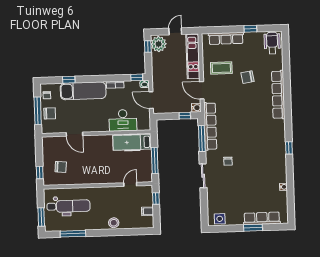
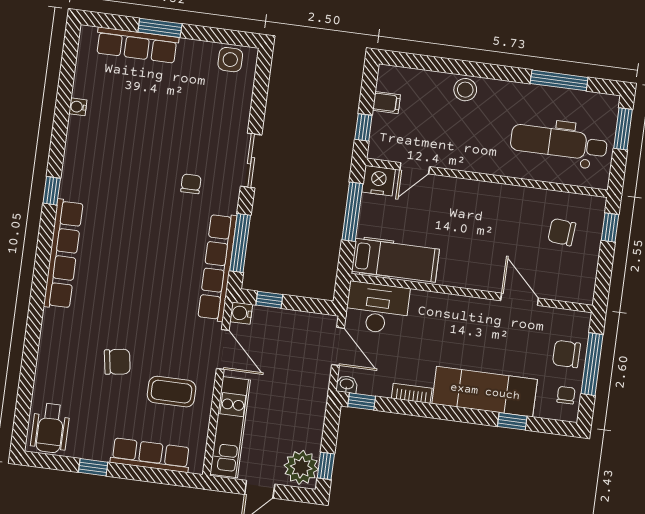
row of seats: (278, 95) -> (63, 254), moved
desk: (123, 120) -> (377, 308), moved
nightstand: (145, 176) -> (379, 181), added

